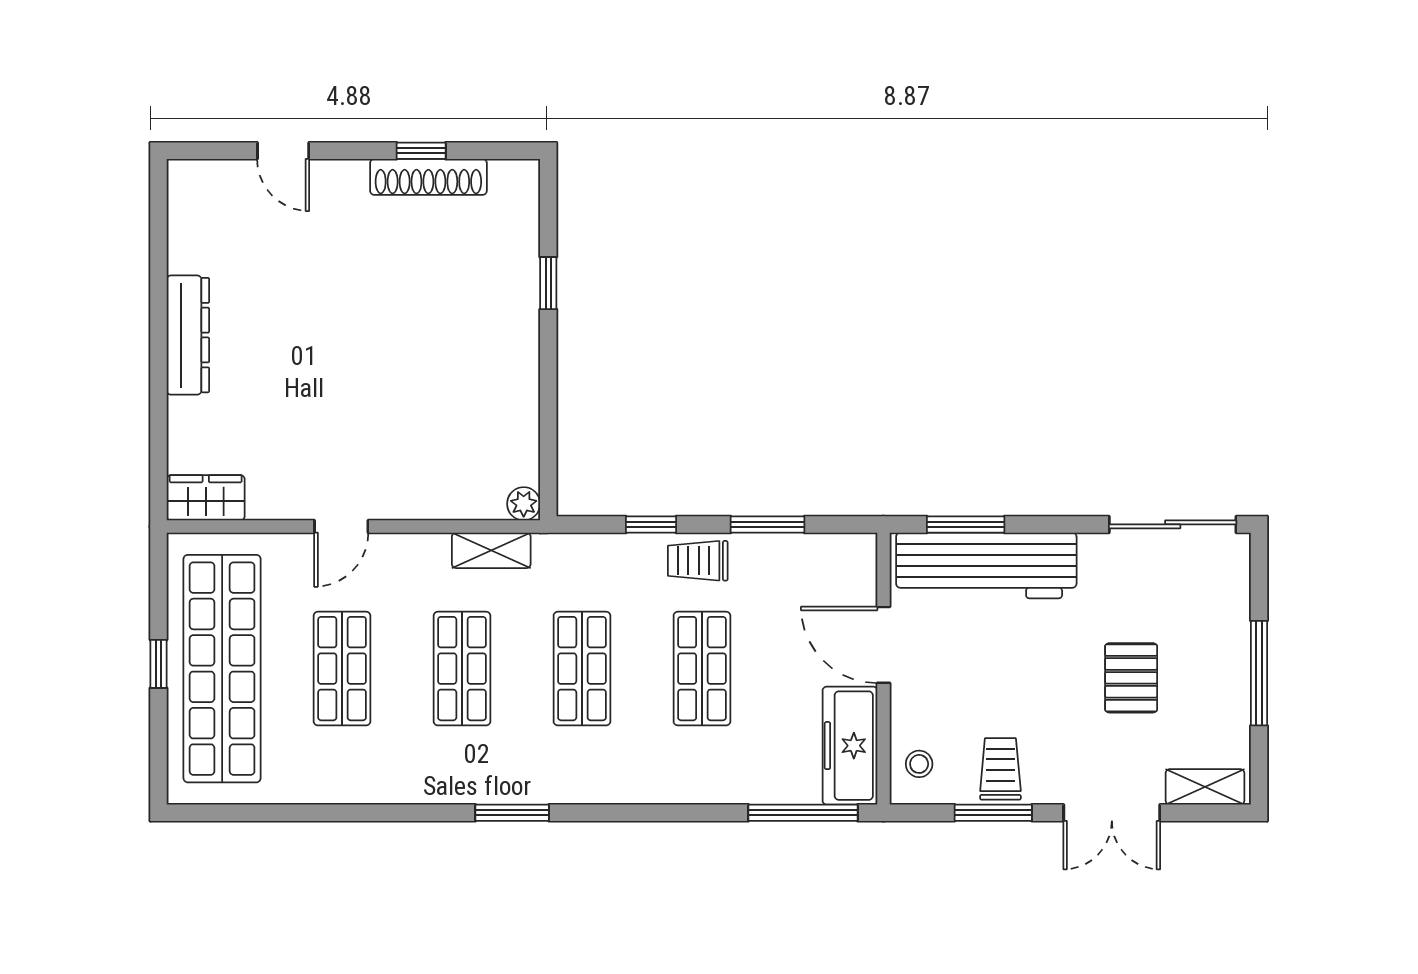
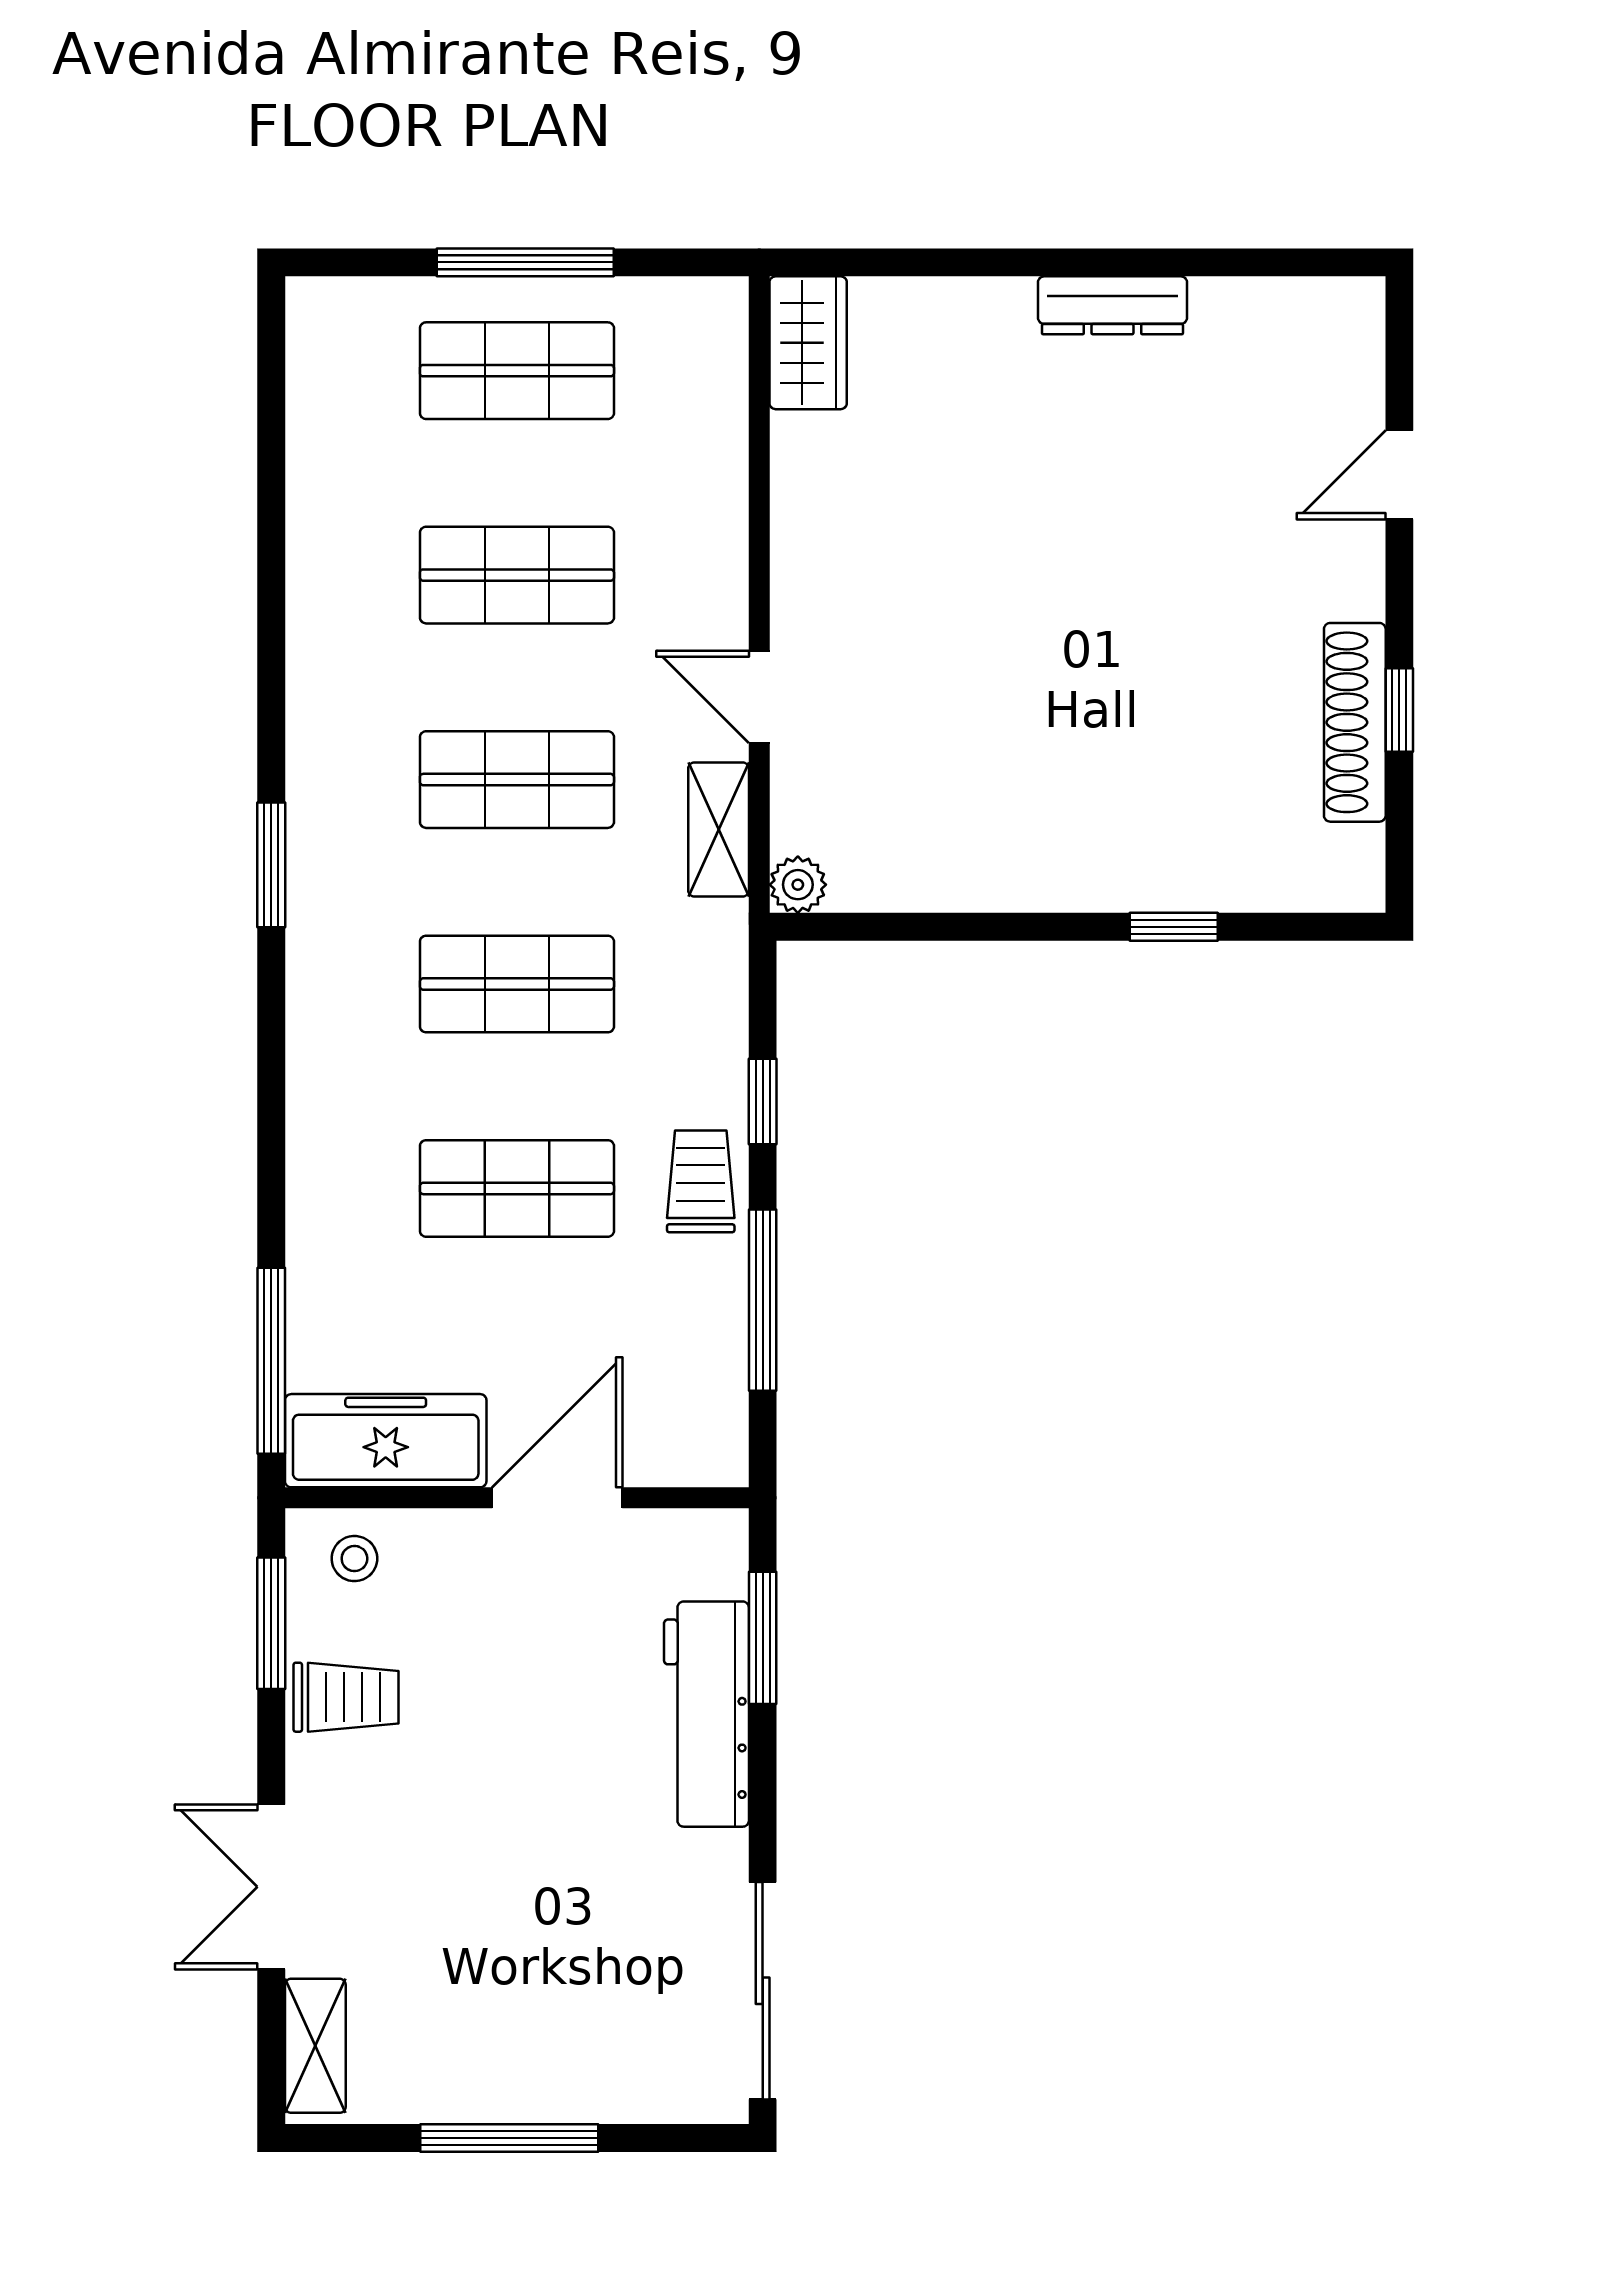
dresser: (188, 335) -> (1112, 305), width x0.73, depth x0.80
window: (767, 524) -> (763, 1300), width x1.44
door: (341, 526) -> (759, 697), moved
workbench: (986, 565) -> (706, 1714), width x0.73, depth x0.76
window: (158, 664) -> (525, 262), width x2.17
shop shelf: (222, 669) -> (517, 371), width x0.50, depth x0.74
pallet: (1131, 678) -> (501, 1920), removed
window: (993, 813) -> (271, 1623), moved

